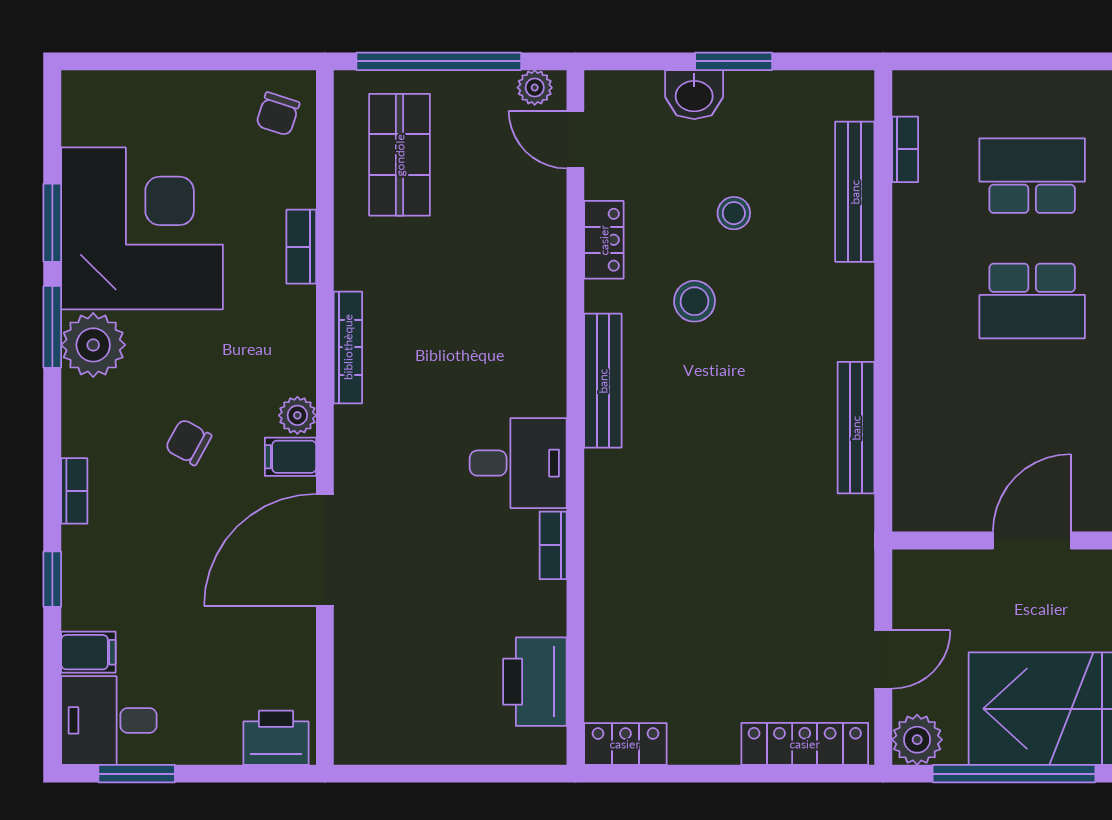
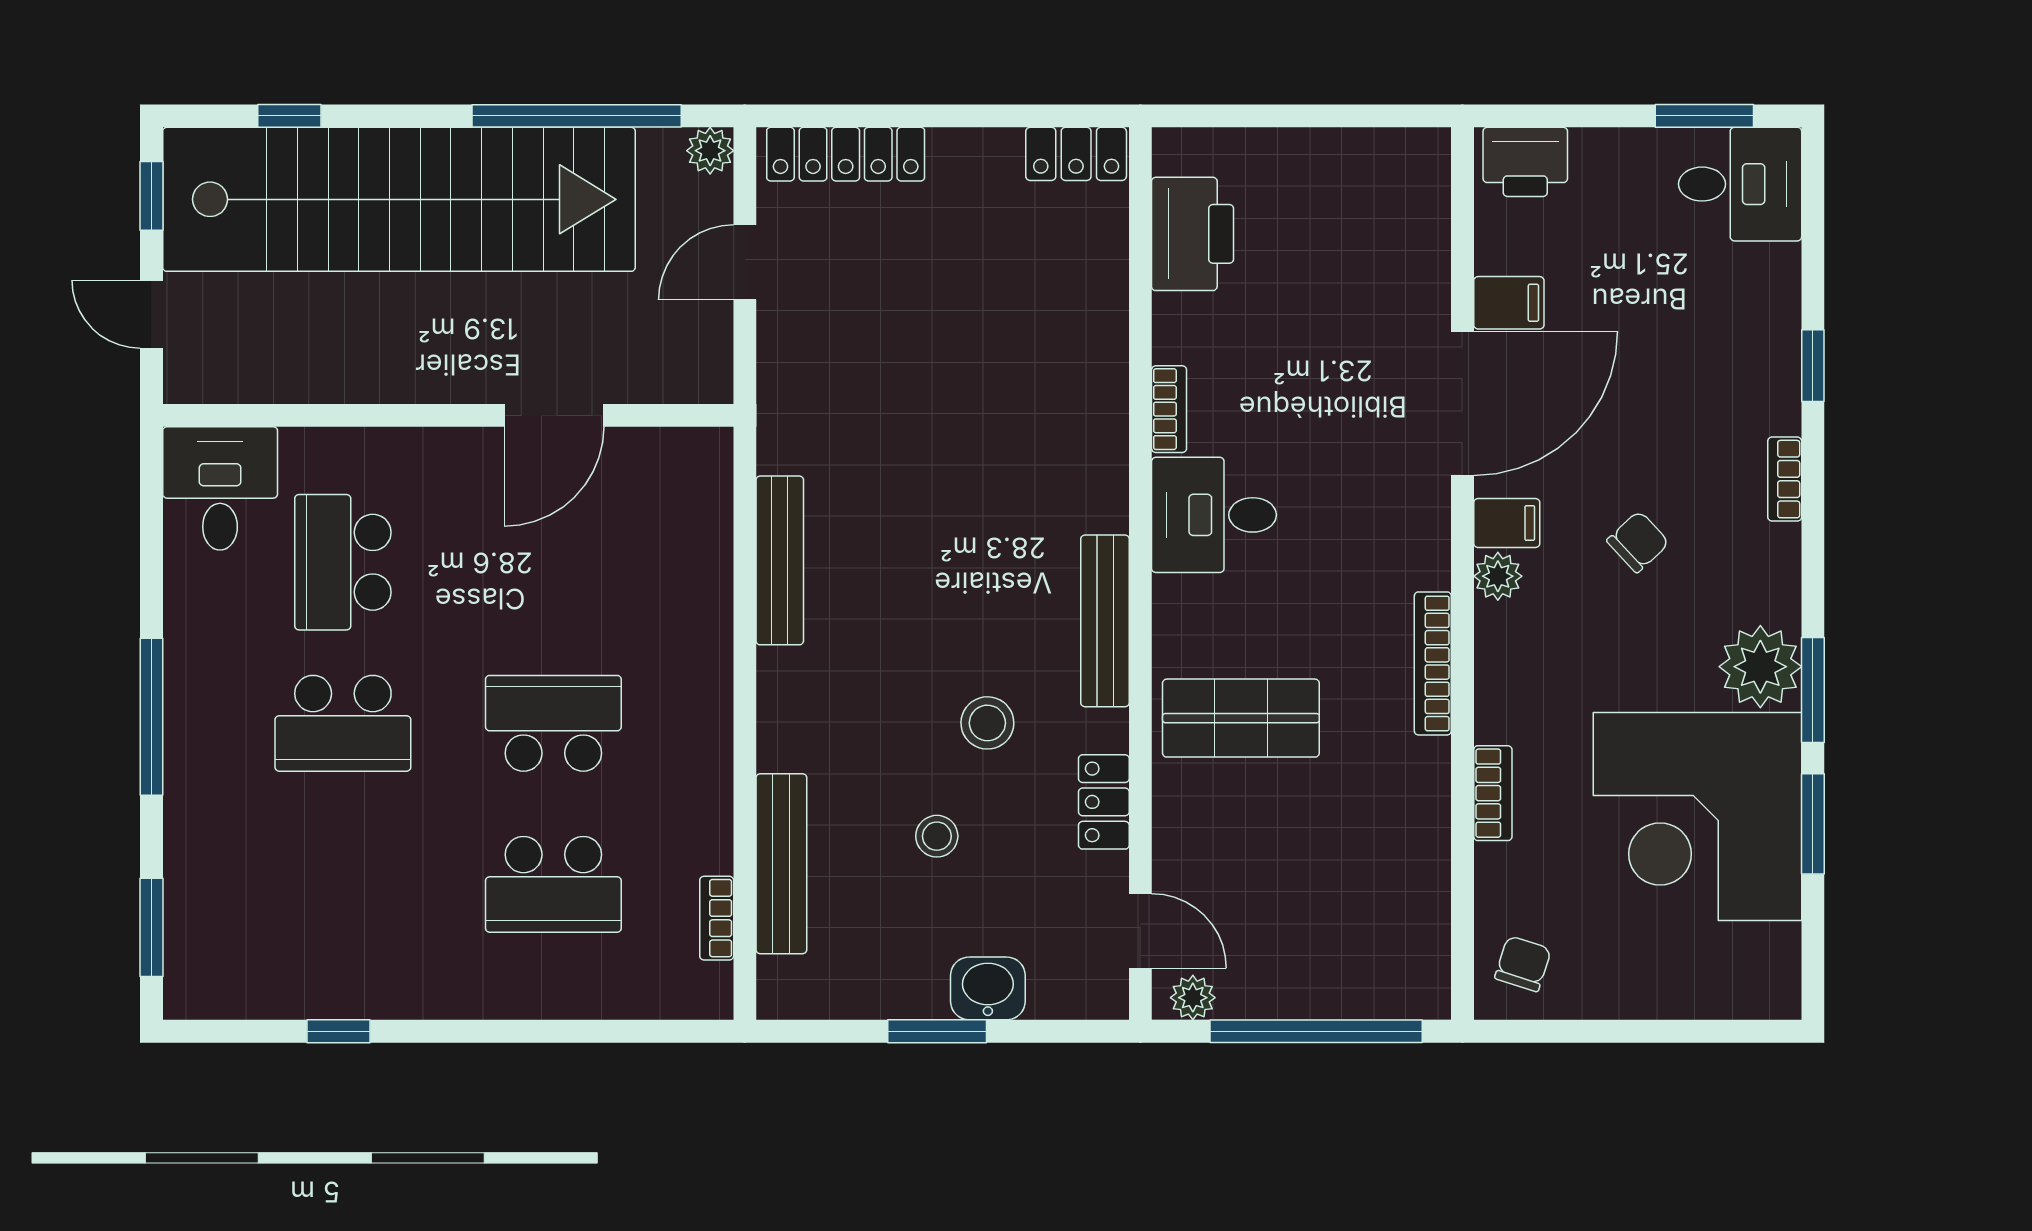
shop shelf: (400, 155) -> (1241, 718), moved, turned 90
chair: (188, 442) -> (1638, 542), turned -72
filing cabinet: (88, 652) -> (1509, 303), moved, turned 180
plant: (917, 740) -> (710, 151), width x0.73, depth x0.73

